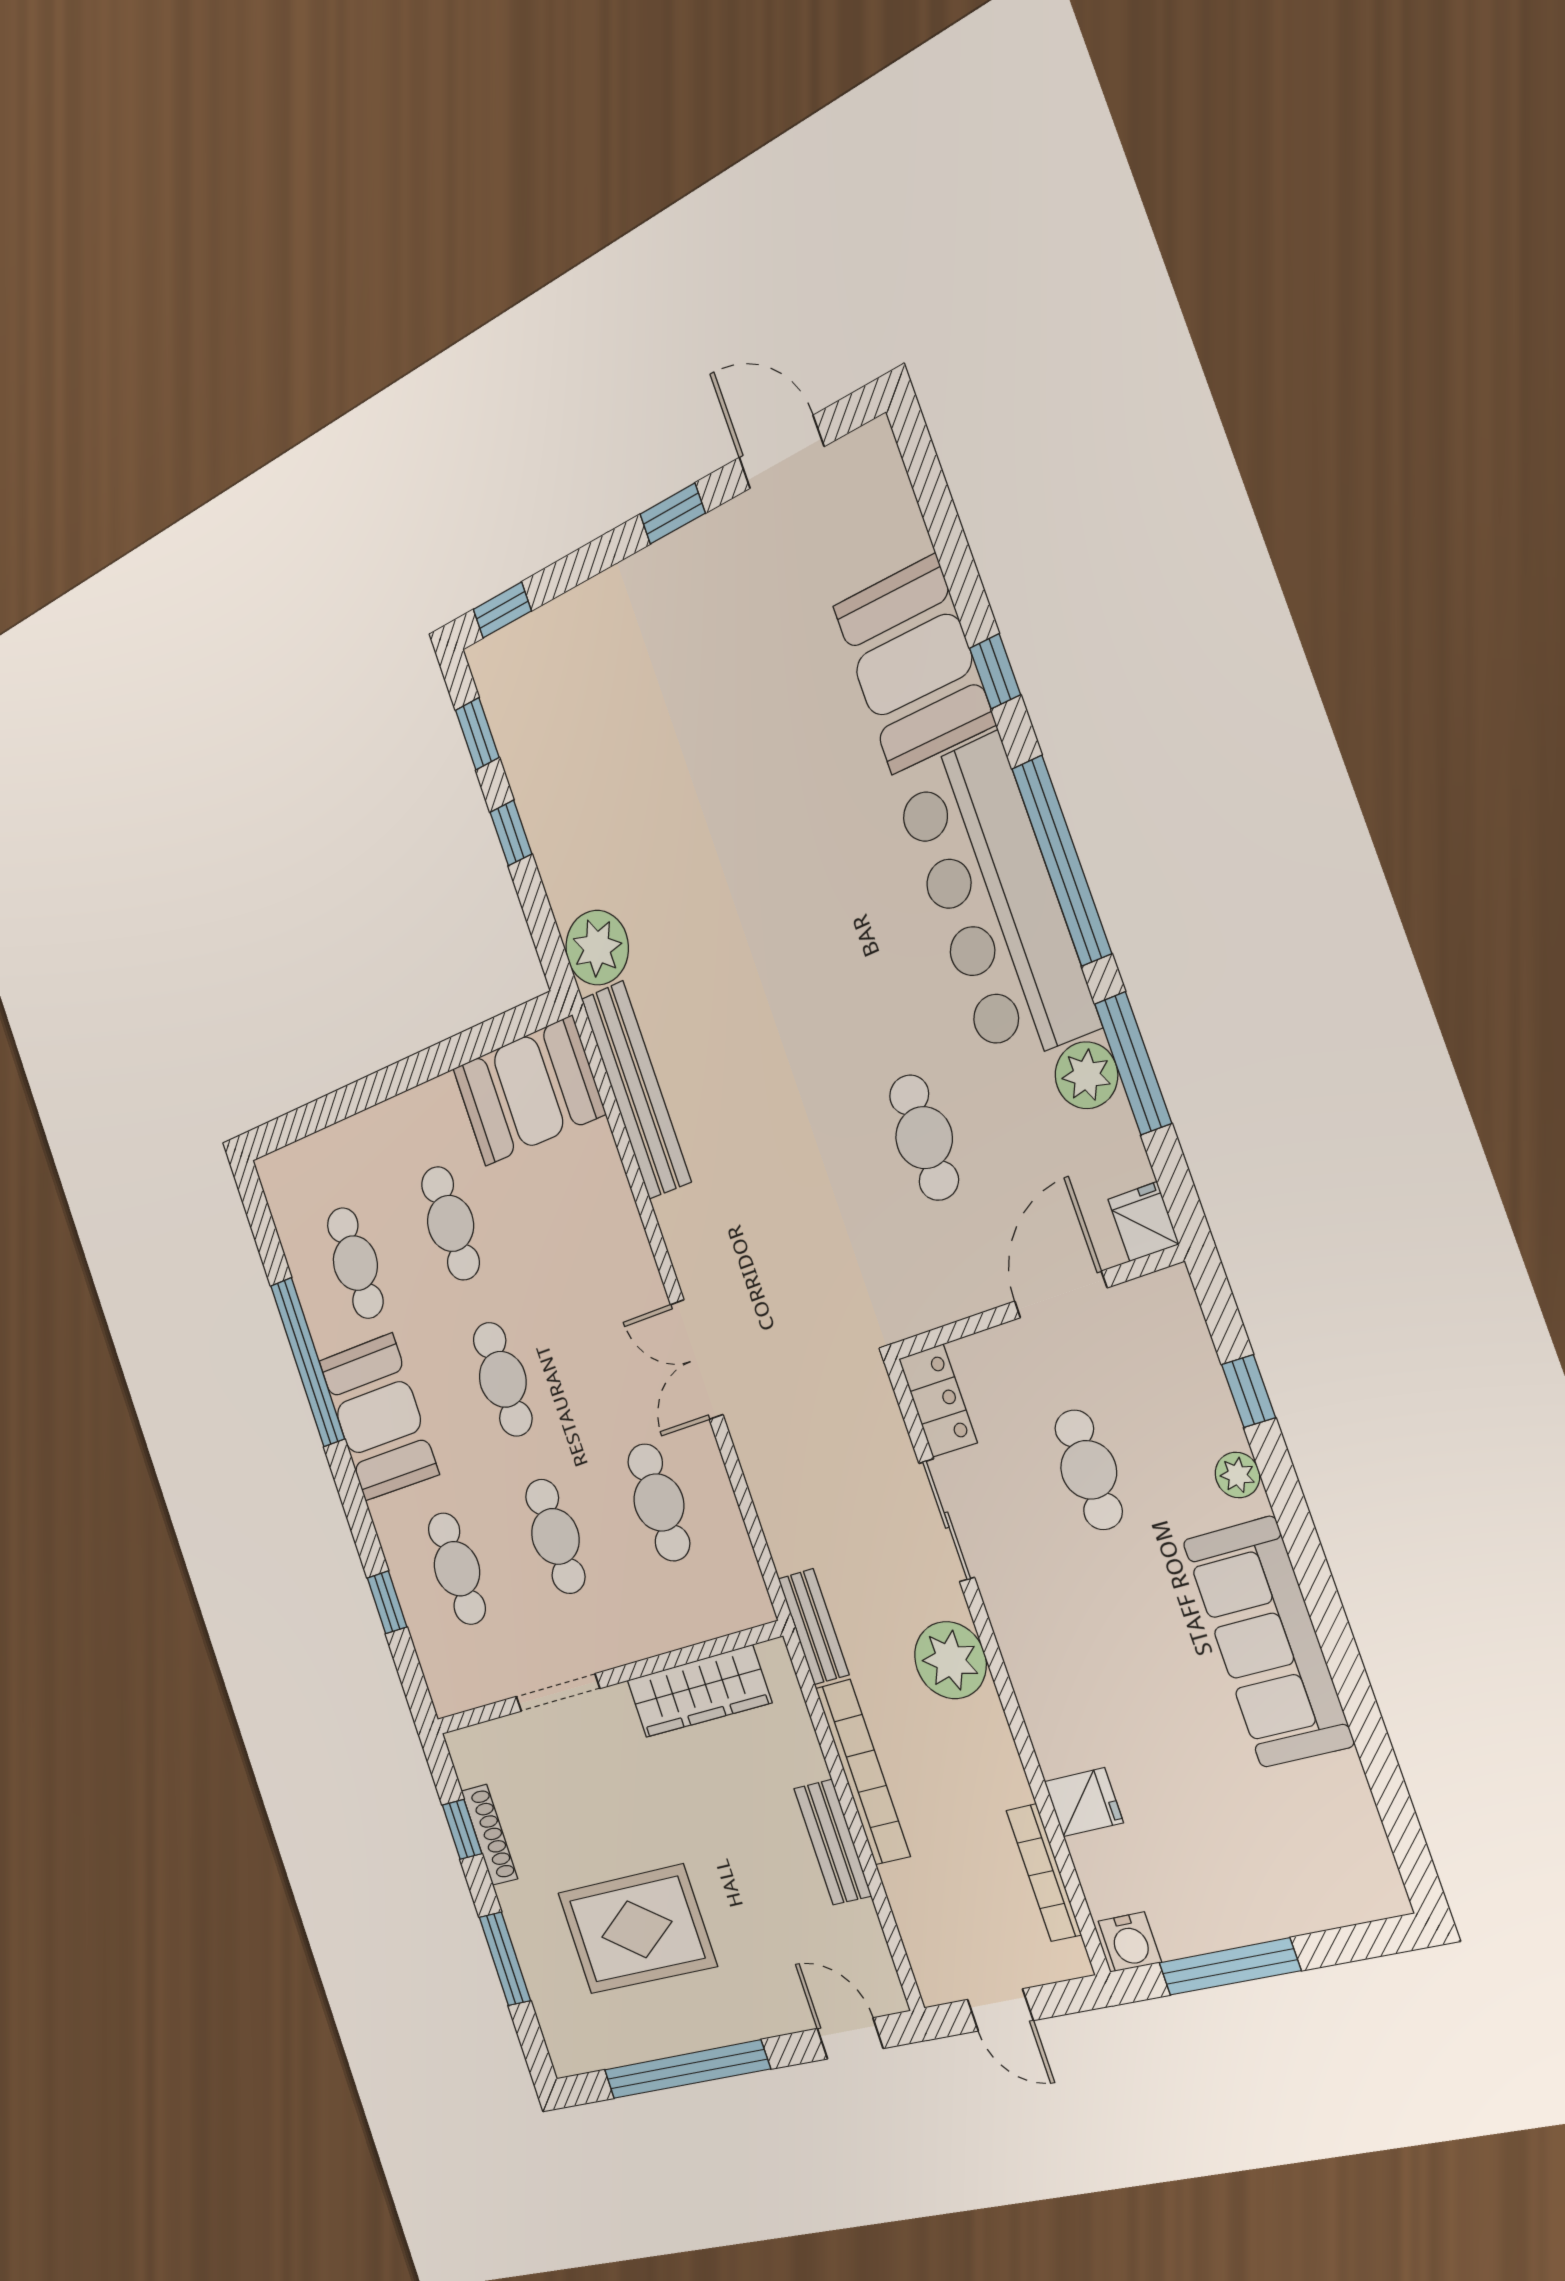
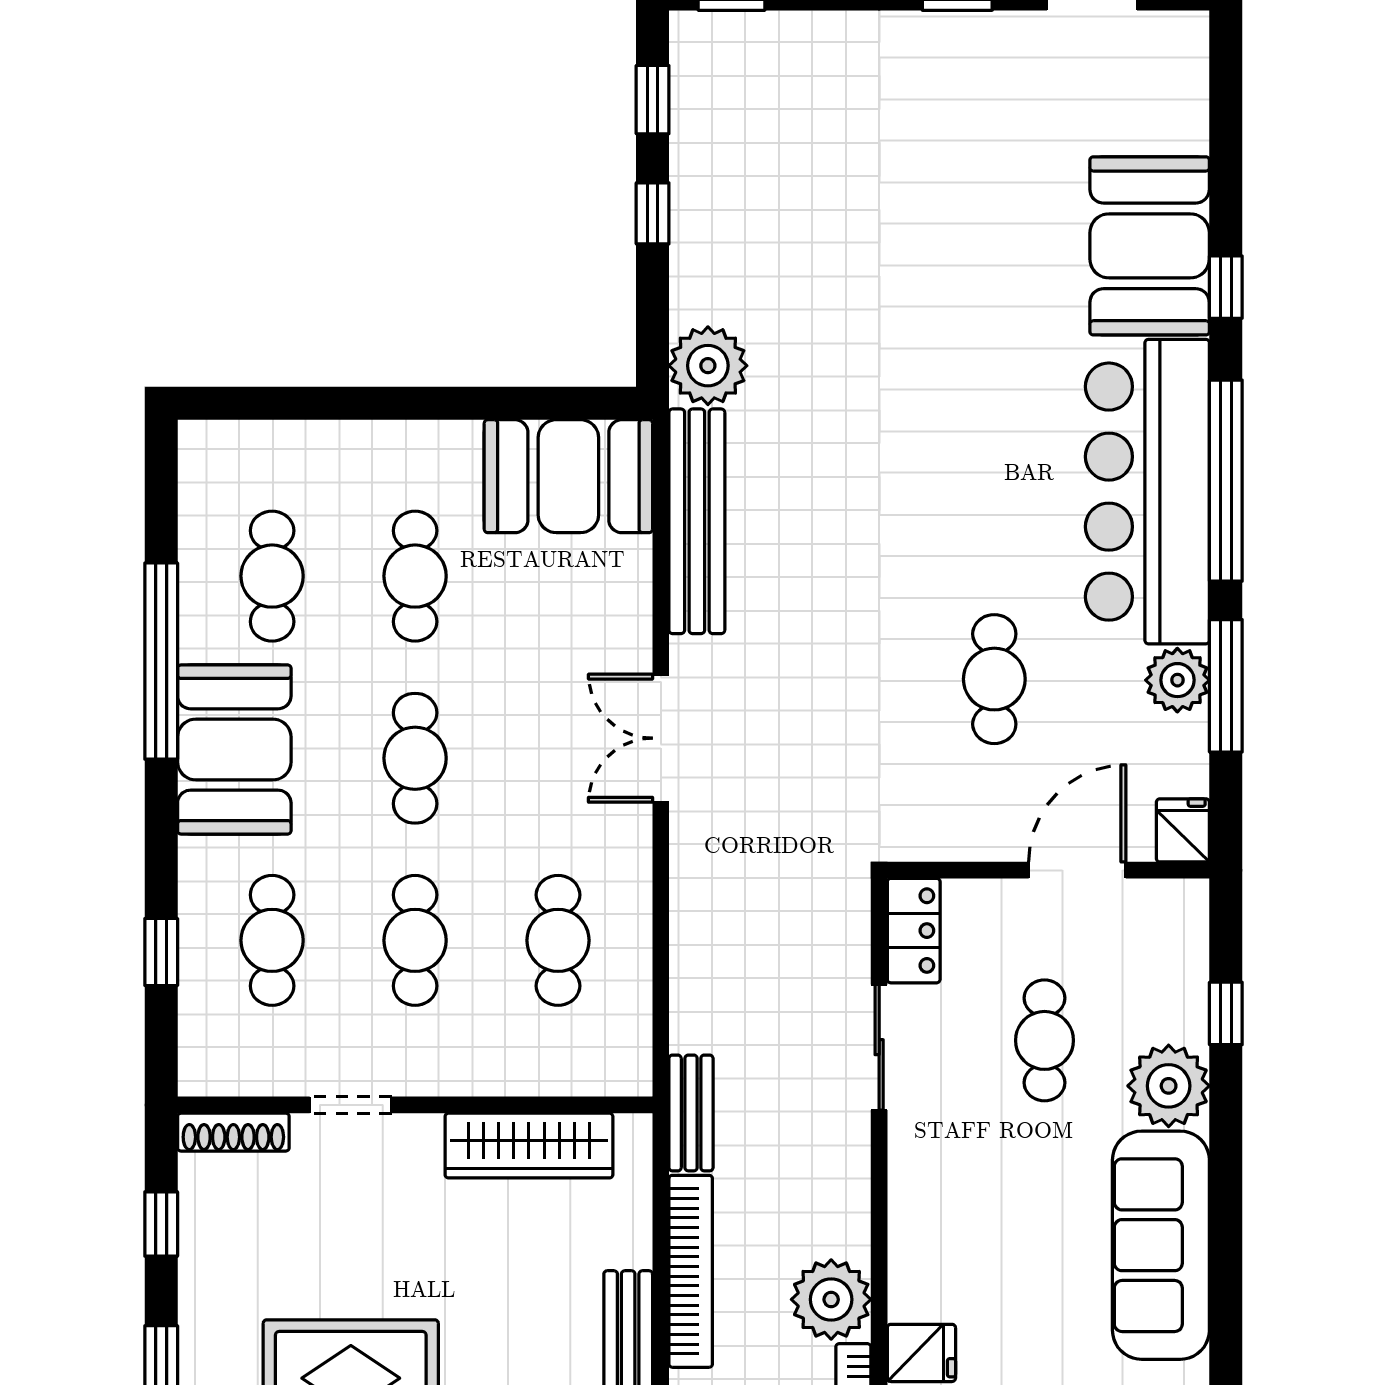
double door: (697, 1360) -> (661, 738), moved
plant: (1237, 1475) -> (1169, 1086), width x1.87, depth x1.87
plant: (950, 1660) -> (831, 1299), moved
doorway: (558, 1692) -> (351, 1105), width x0.73
shoe rack: (489, 1835) -> (233, 1132), moved, turned 90

